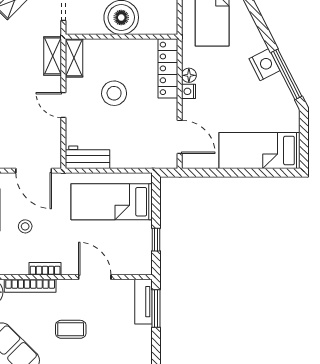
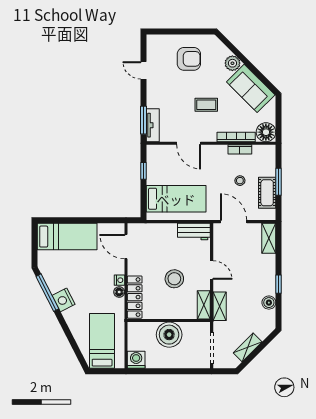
bookcase: (45, 269) -> (240, 149), moved

